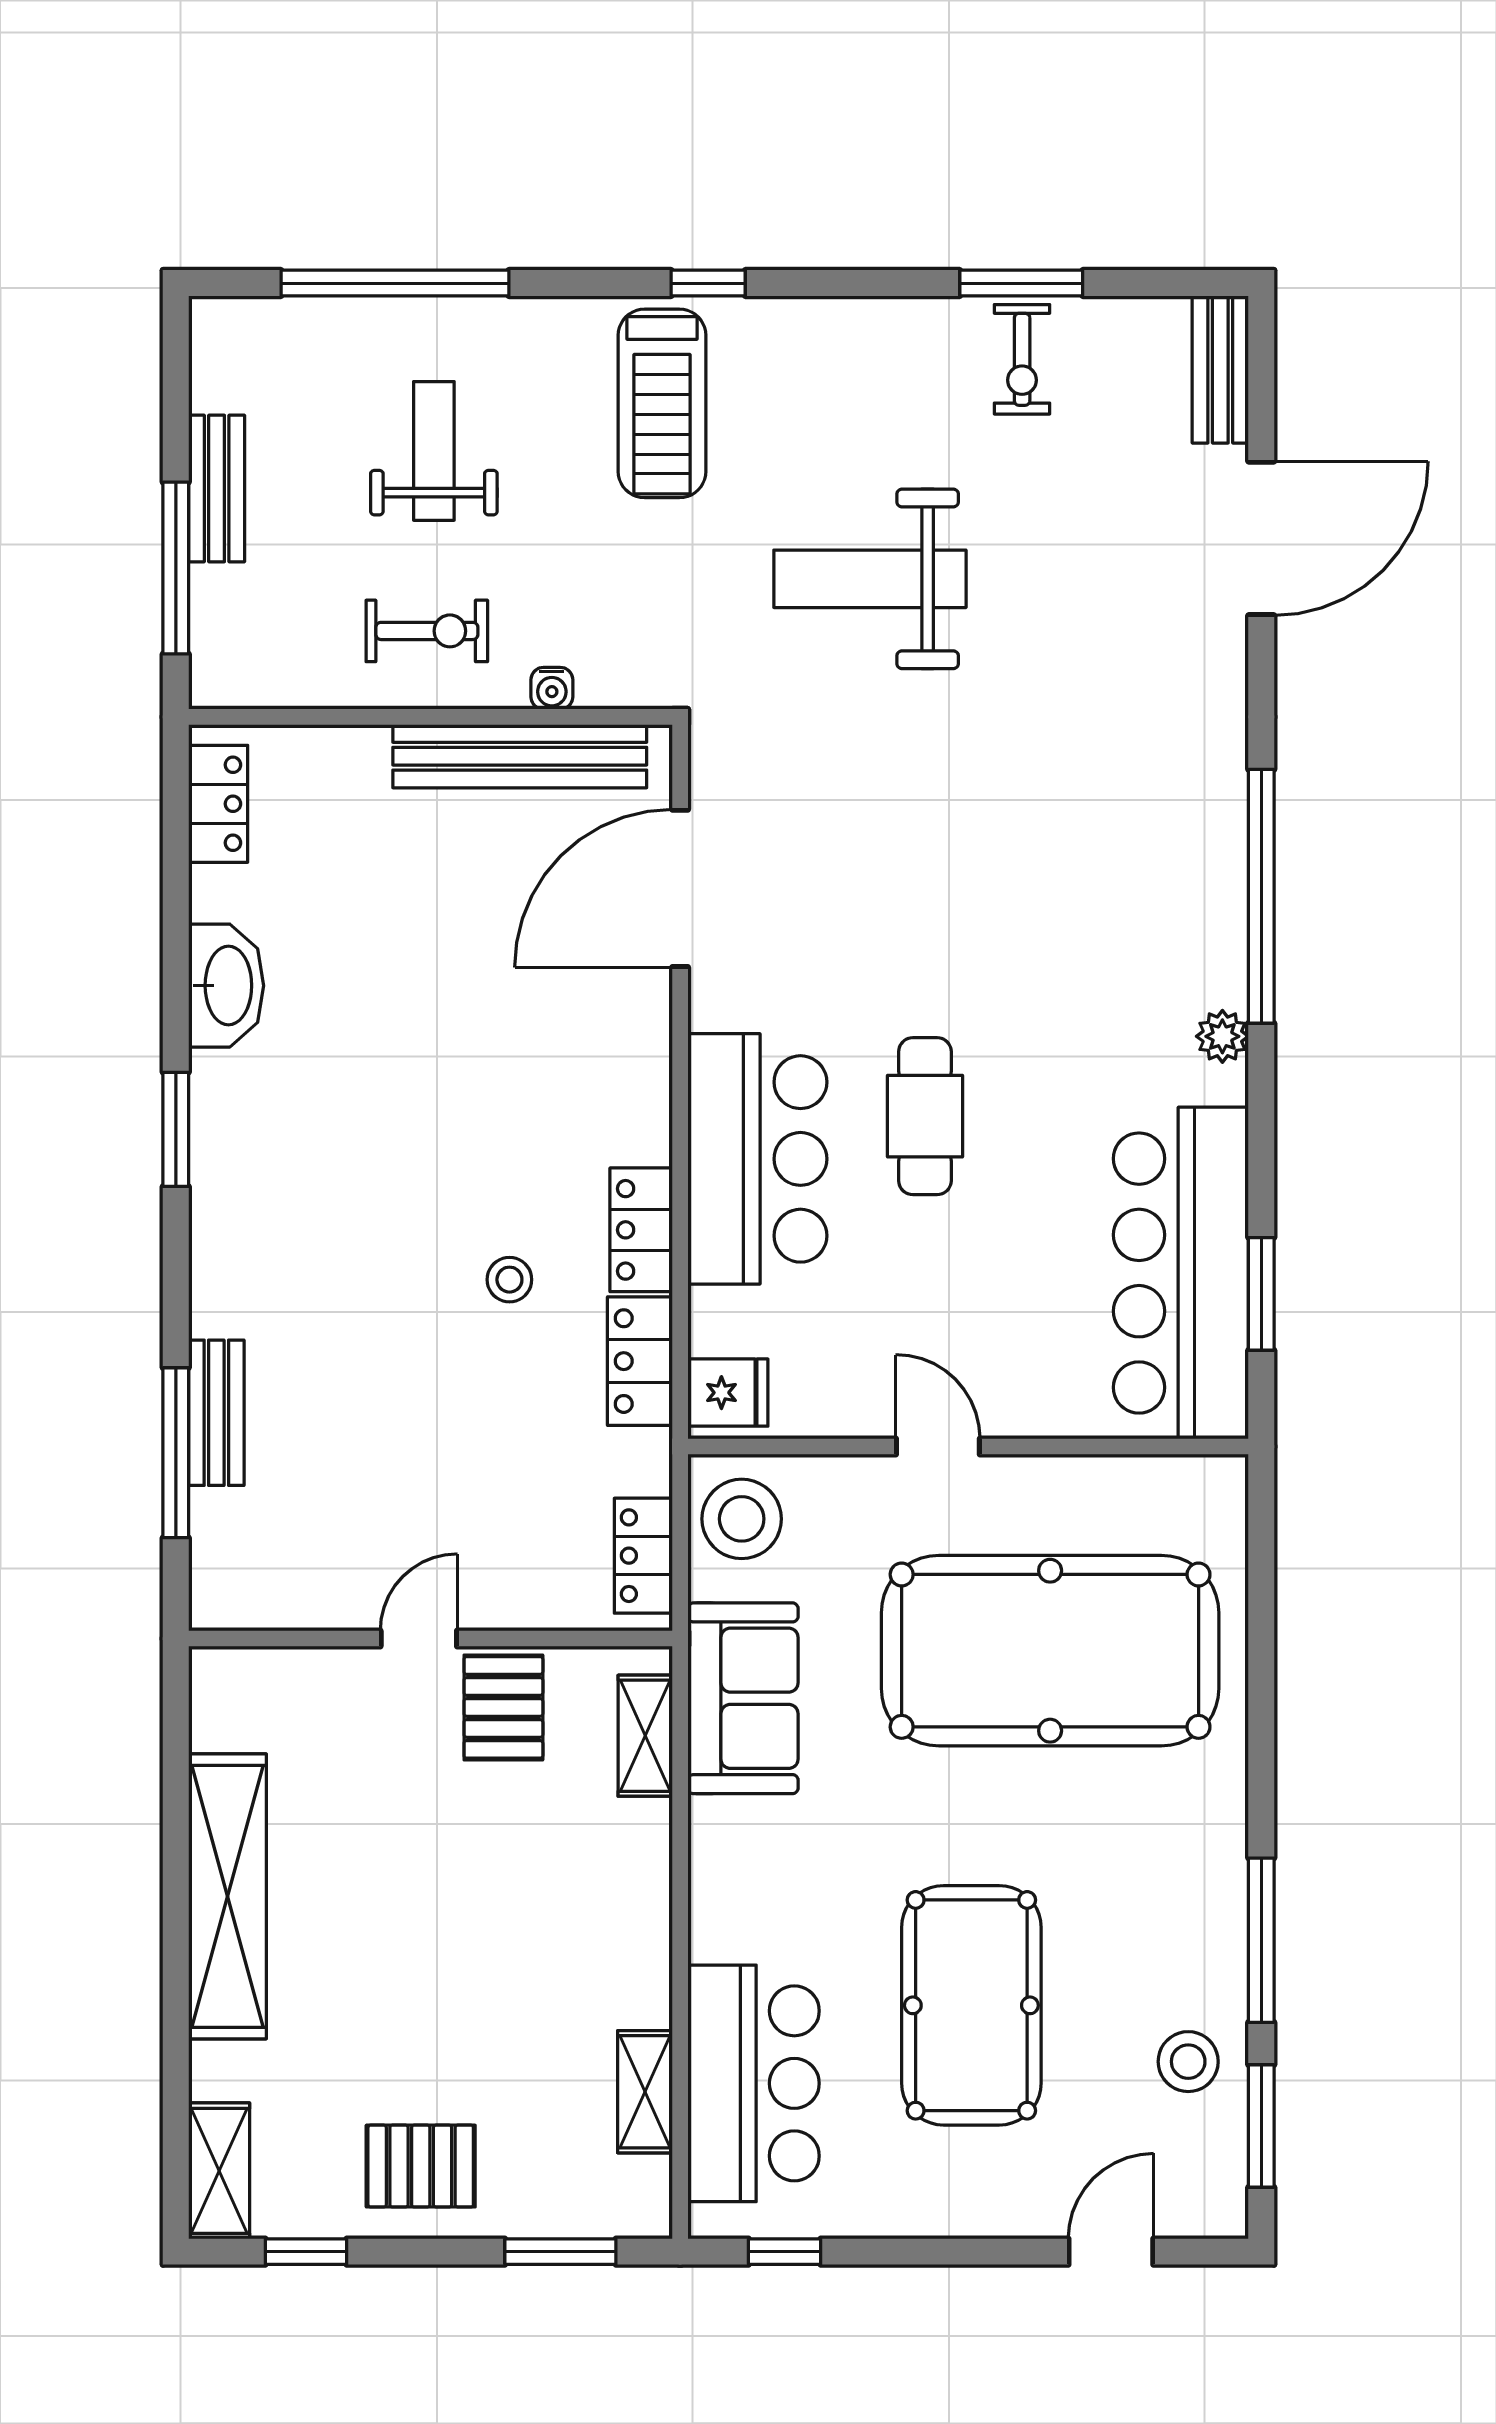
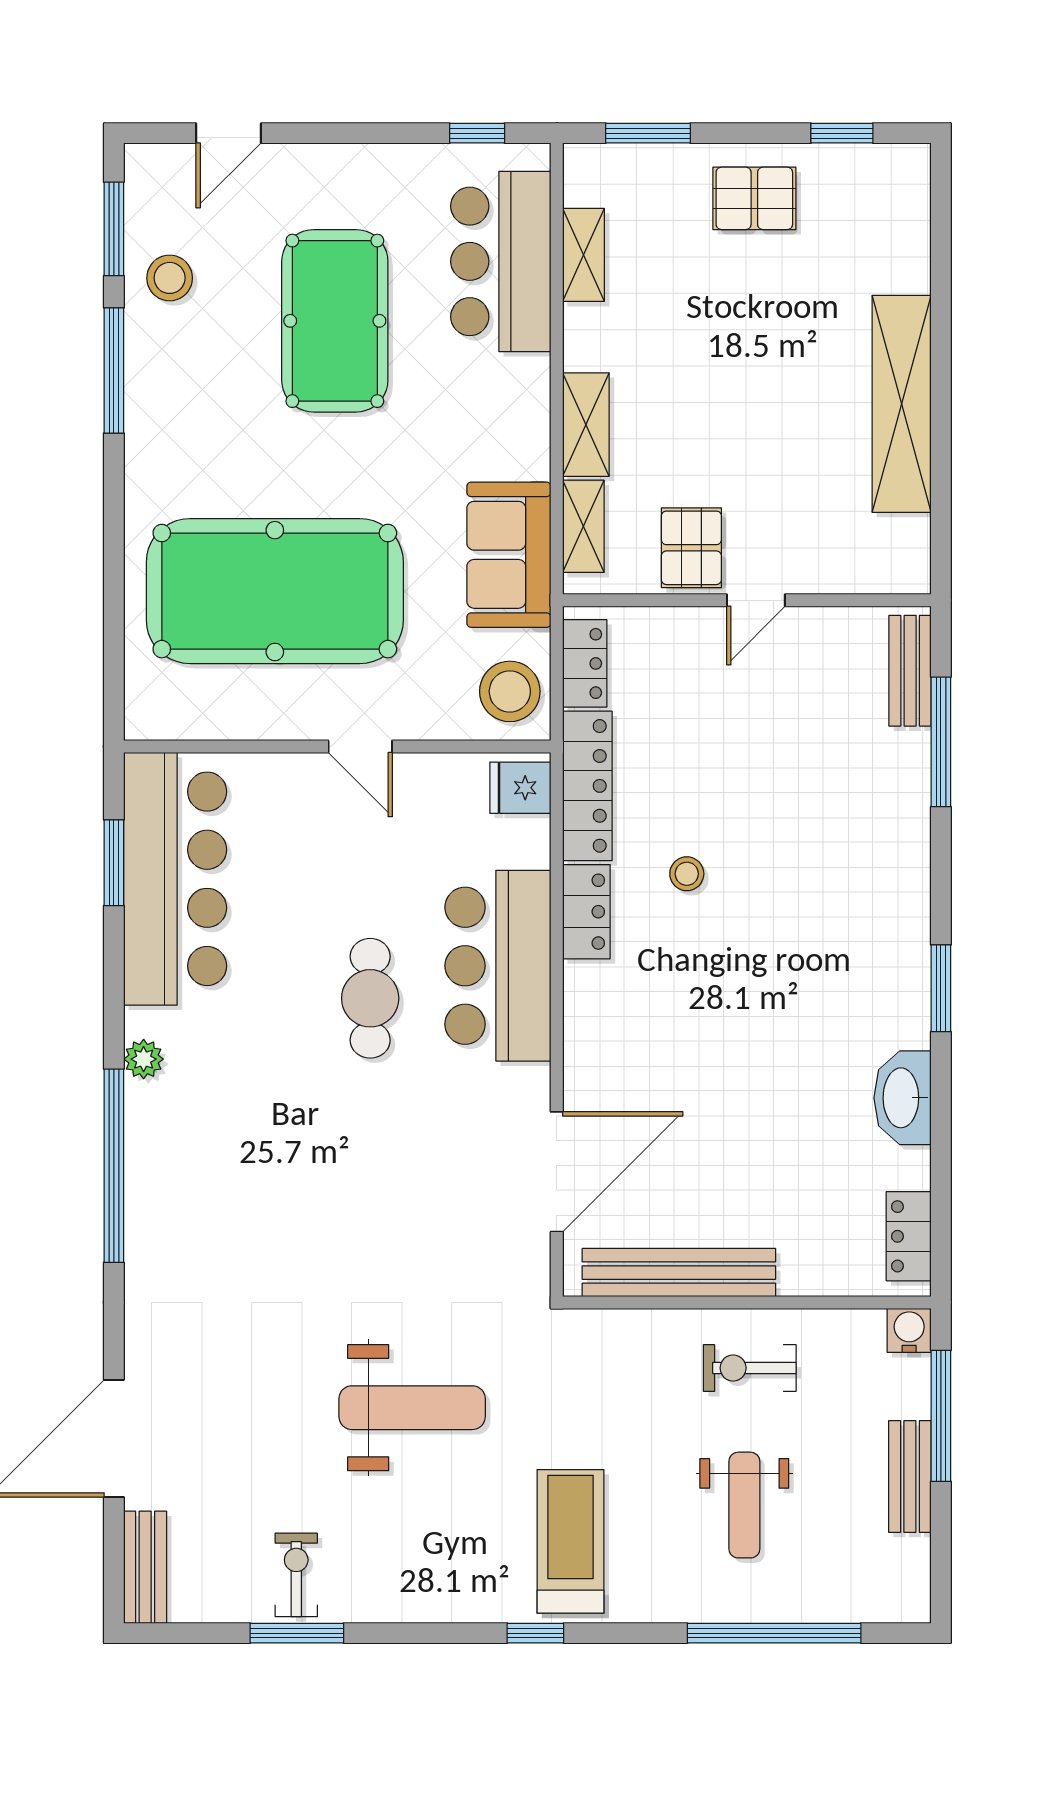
water cooler: (552, 688) -> (909, 1330), moved, width x1.38, depth x1.38
locker: (640, 1361) -> (587, 786), width x1.53
bench: (216, 1413) -> (910, 671), moved
shelving: (219, 2171) -> (586, 425), moved

